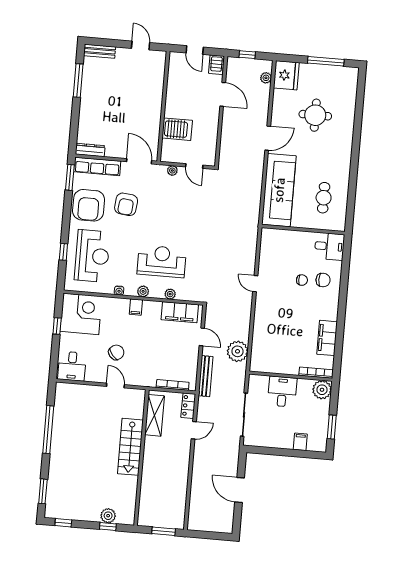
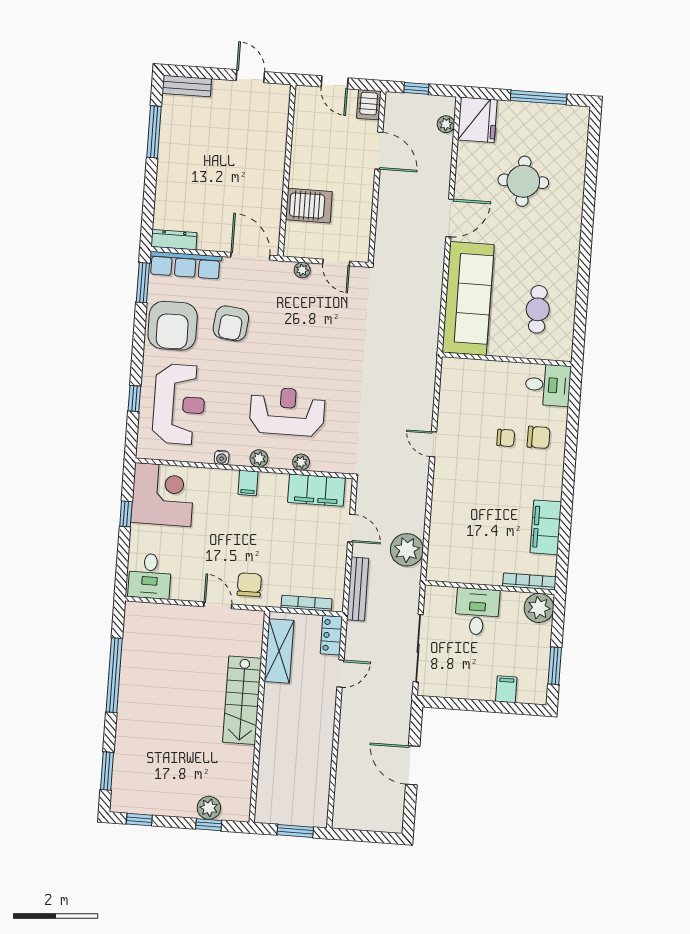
chair: (116, 352) -> (249, 585), moved, turned -50

